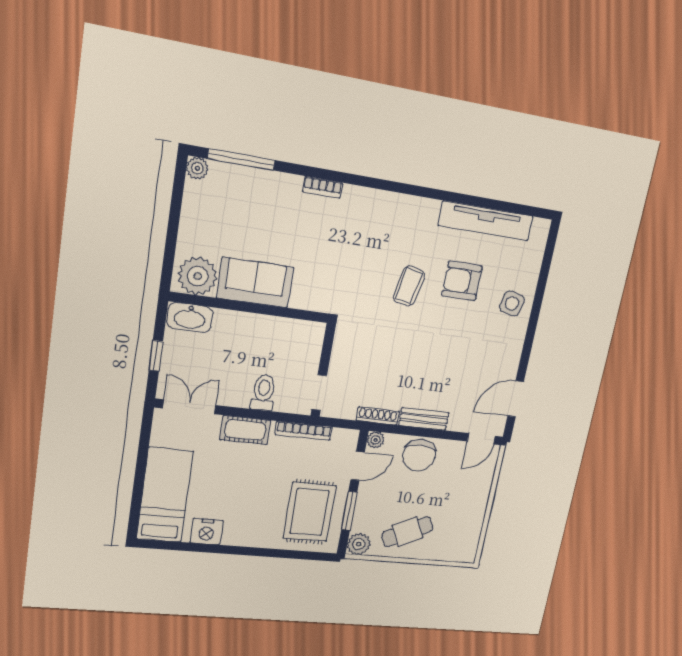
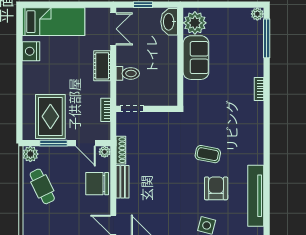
bookcase: (304, 431) -> (106, 110), width x0.64
rug: (309, 512) -> (50, 116), turned 90

